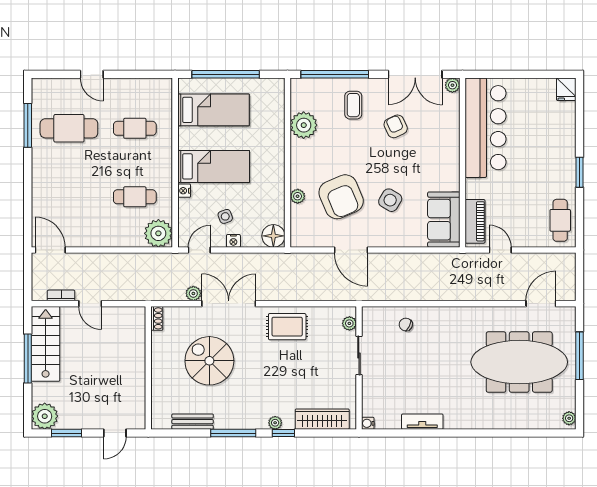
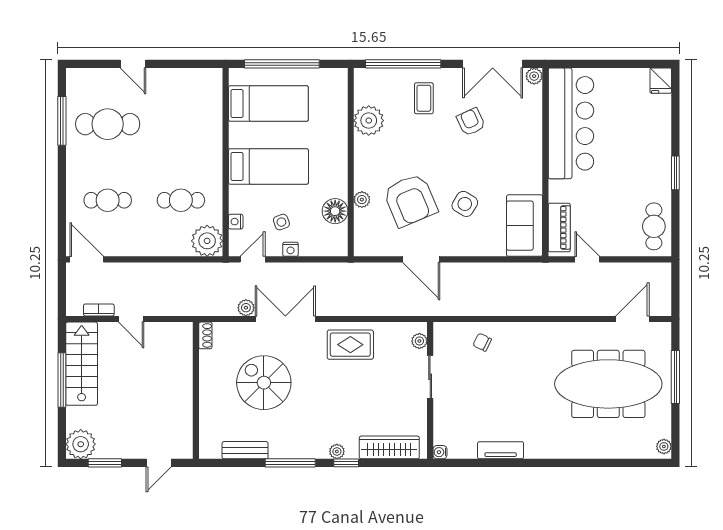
cafe table: (135, 128) -> (108, 200), moved
nightstand: (184, 191) -> (236, 222), moved
floor lamp: (273, 236) -> (335, 211), moved

